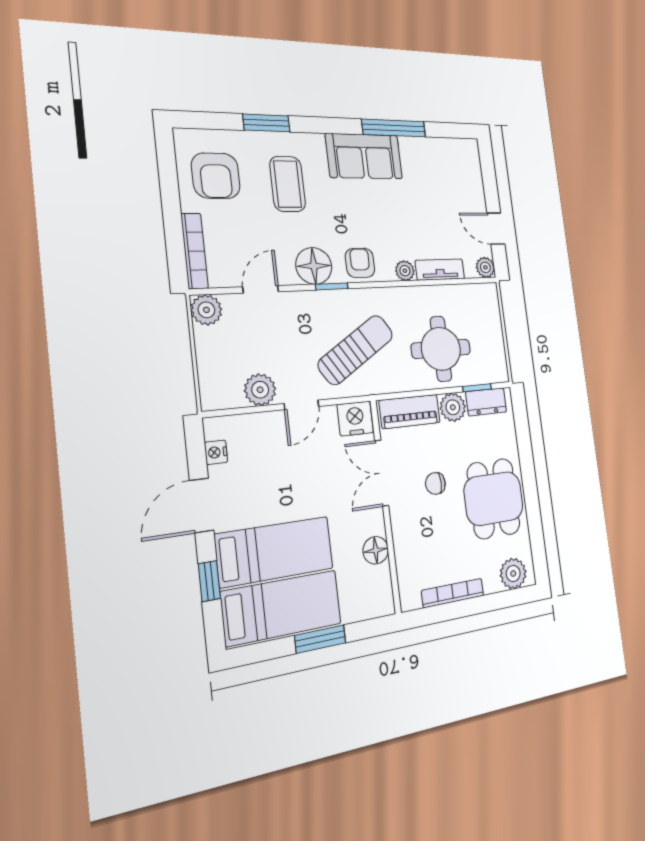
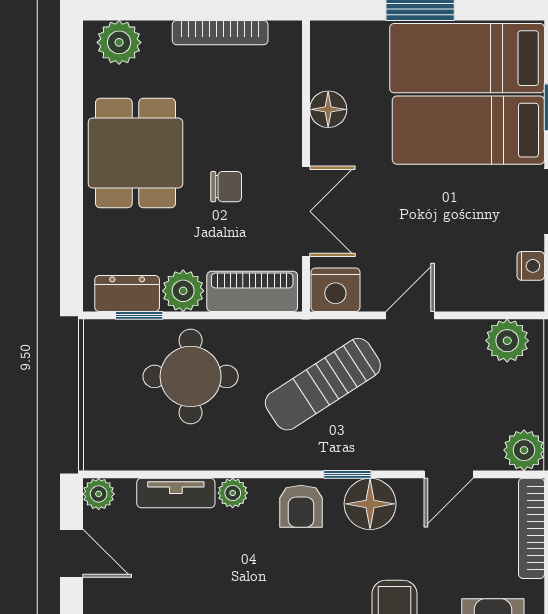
plant: (260, 390) -> (507, 341), moved

